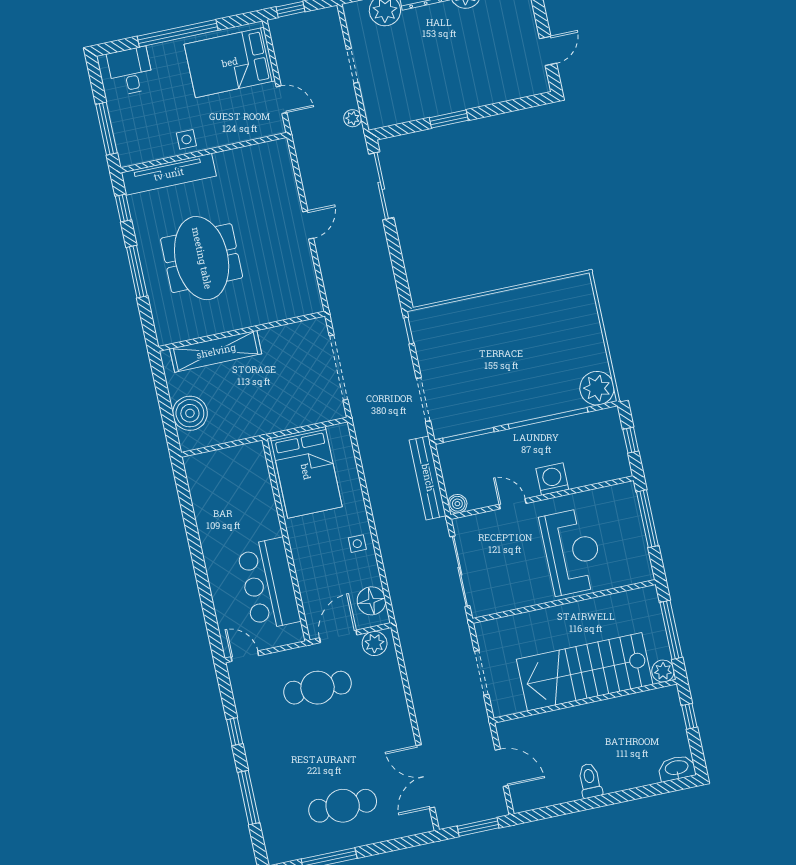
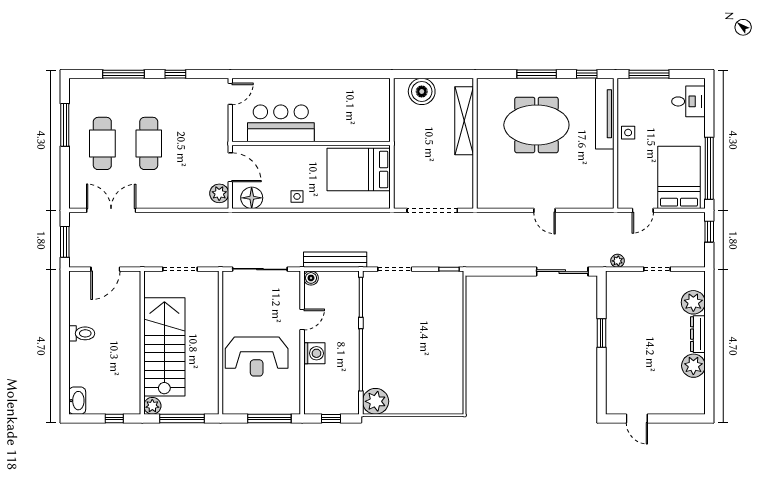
window: (178, 33) -> (709, 168), moved
cafe table: (317, 688) -> (149, 143), moved

